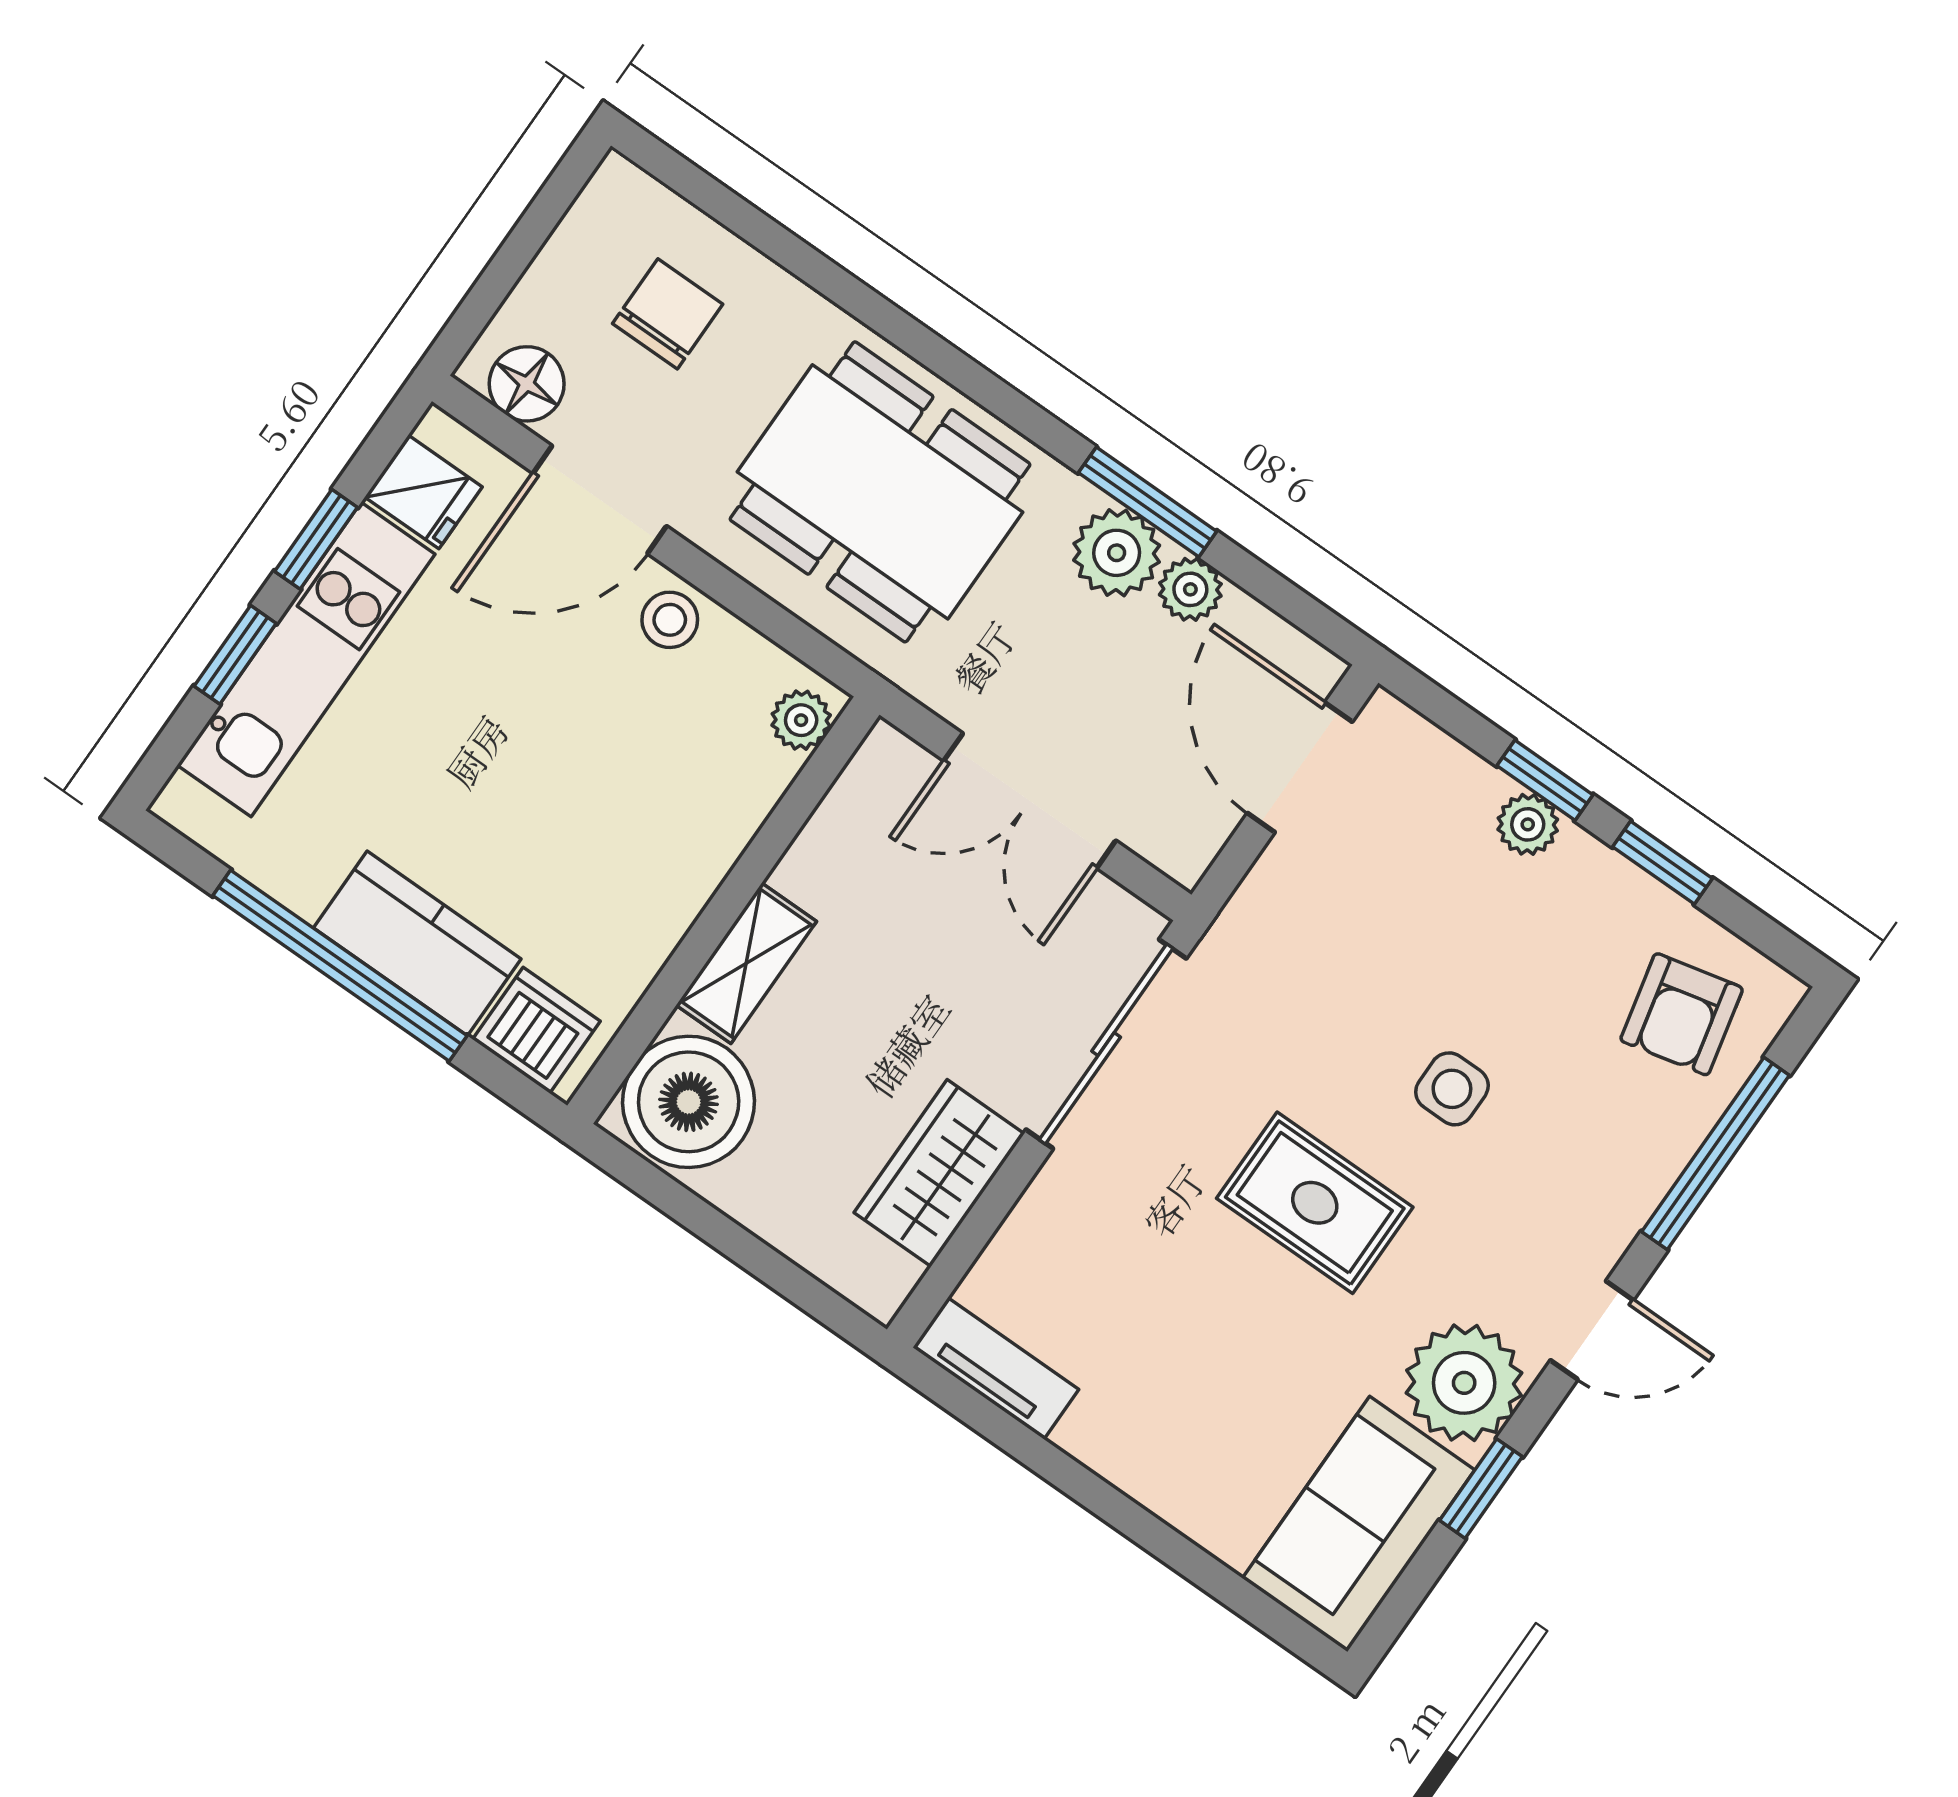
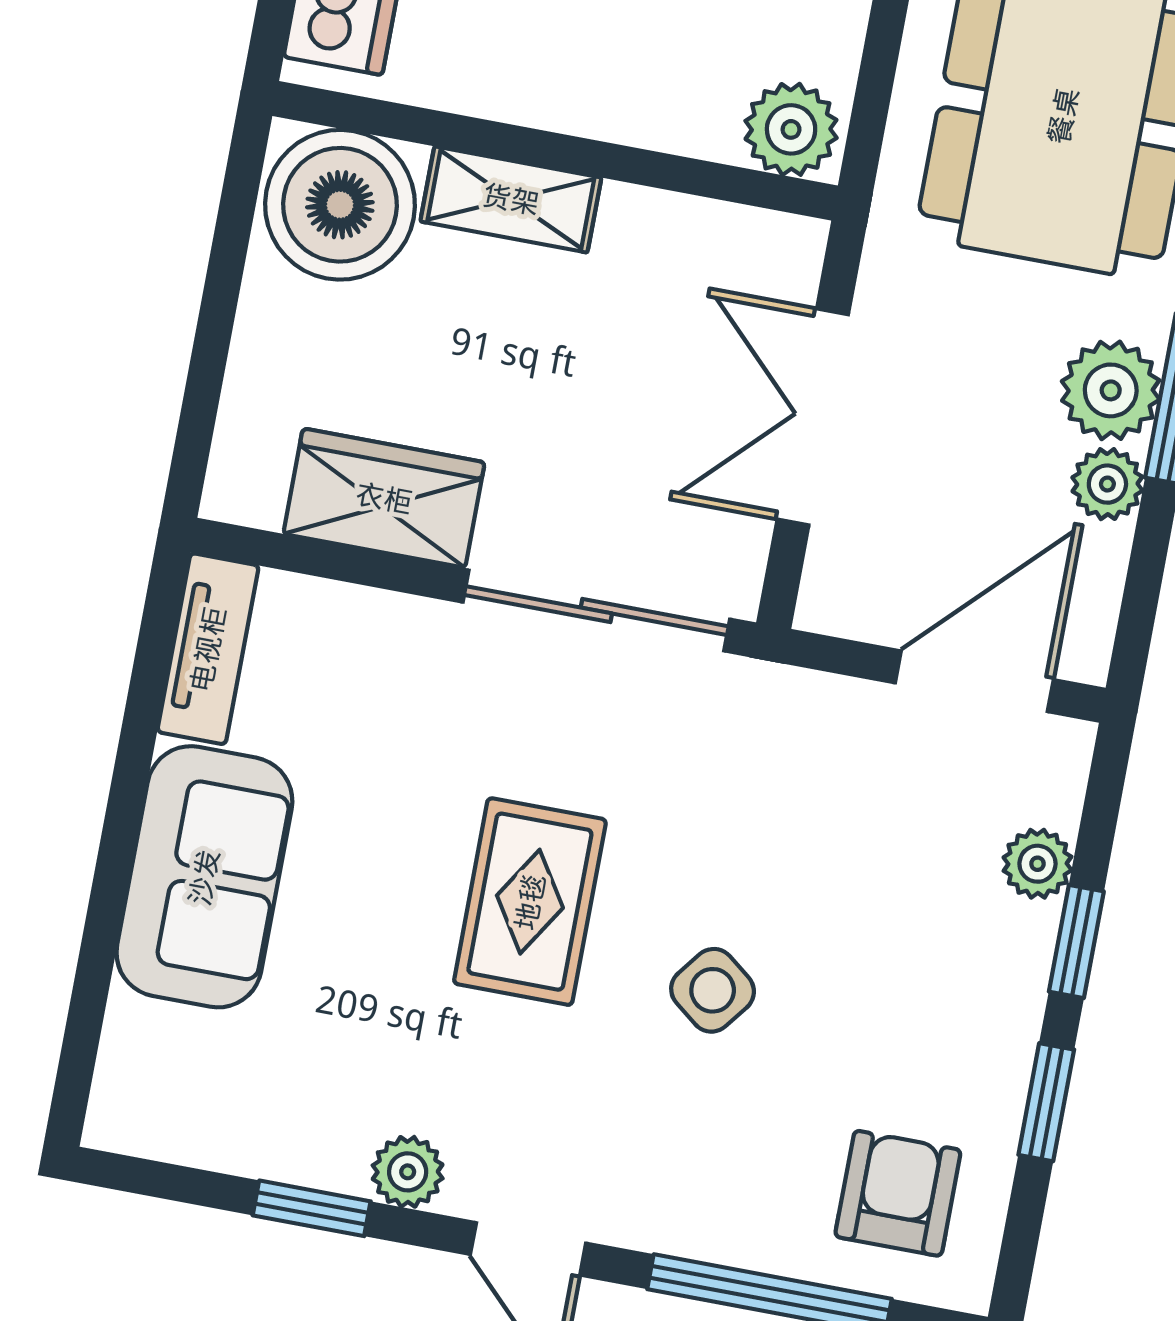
plant: (801, 720) -> (791, 129), width x1.38, depth x1.38
plant: (1528, 824) -> (1038, 864), moved
armchair: (1682, 1014) -> (898, 1193), turned 103
side table: (1452, 1089) -> (713, 990), turned 38
plant: (1464, 1383) -> (408, 1172), width x0.53, depth x0.53
sofa: (1359, 1524) -> (204, 877), moved, turned 90

